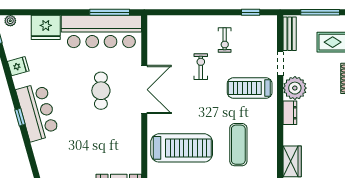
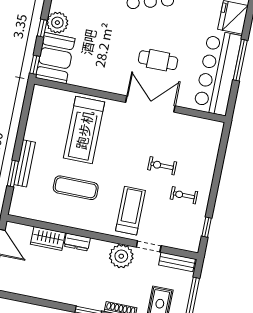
window: (110, 12) -> (240, 60), moved
exercise bike: (201, 67) -> (162, 166), turned 180
double door: (144, 90) -> (150, 104), swing flipped
dresser: (290, 113) -> (77, 242), moved

